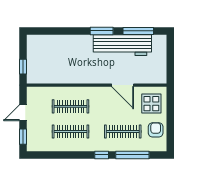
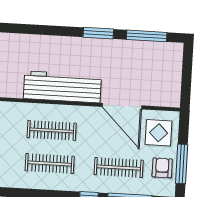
workbench: (122, 45) -> (62, 87), moved, turned 180
door: (123, 85) -> (122, 106), width x1.36
window: (170, 126) -> (182, 164), added

